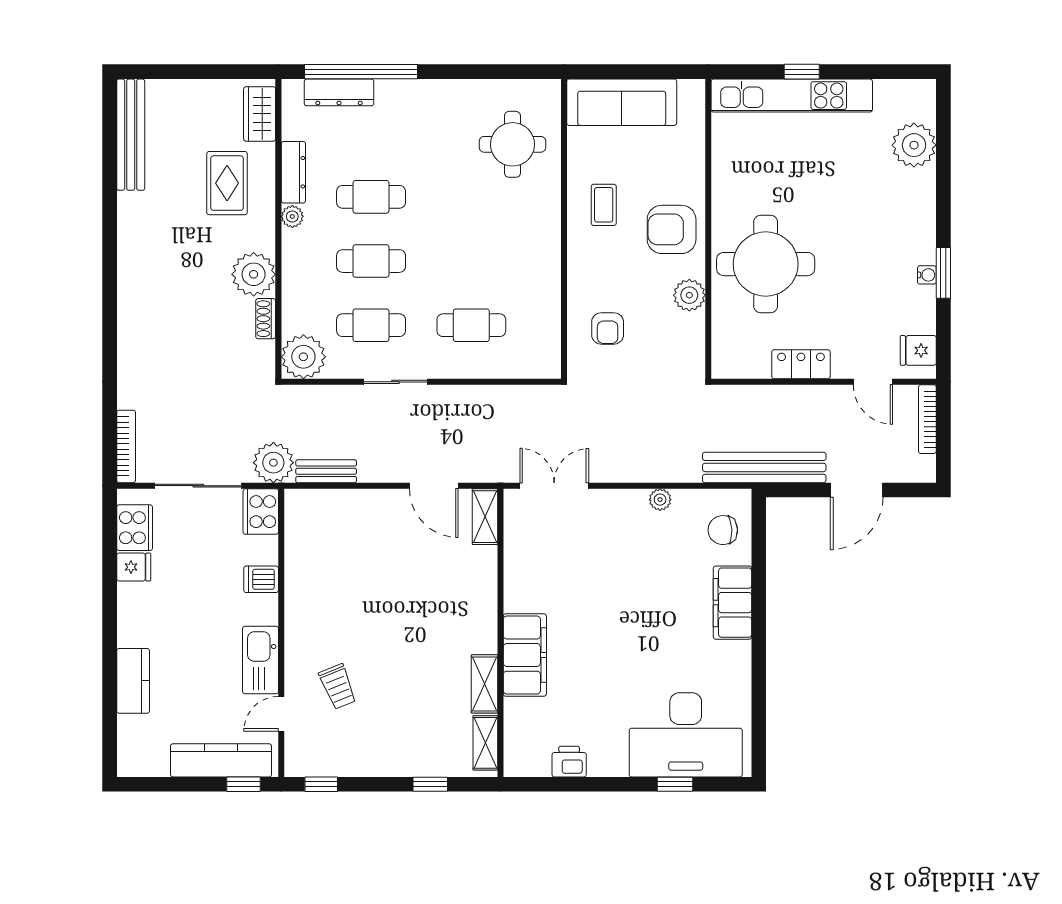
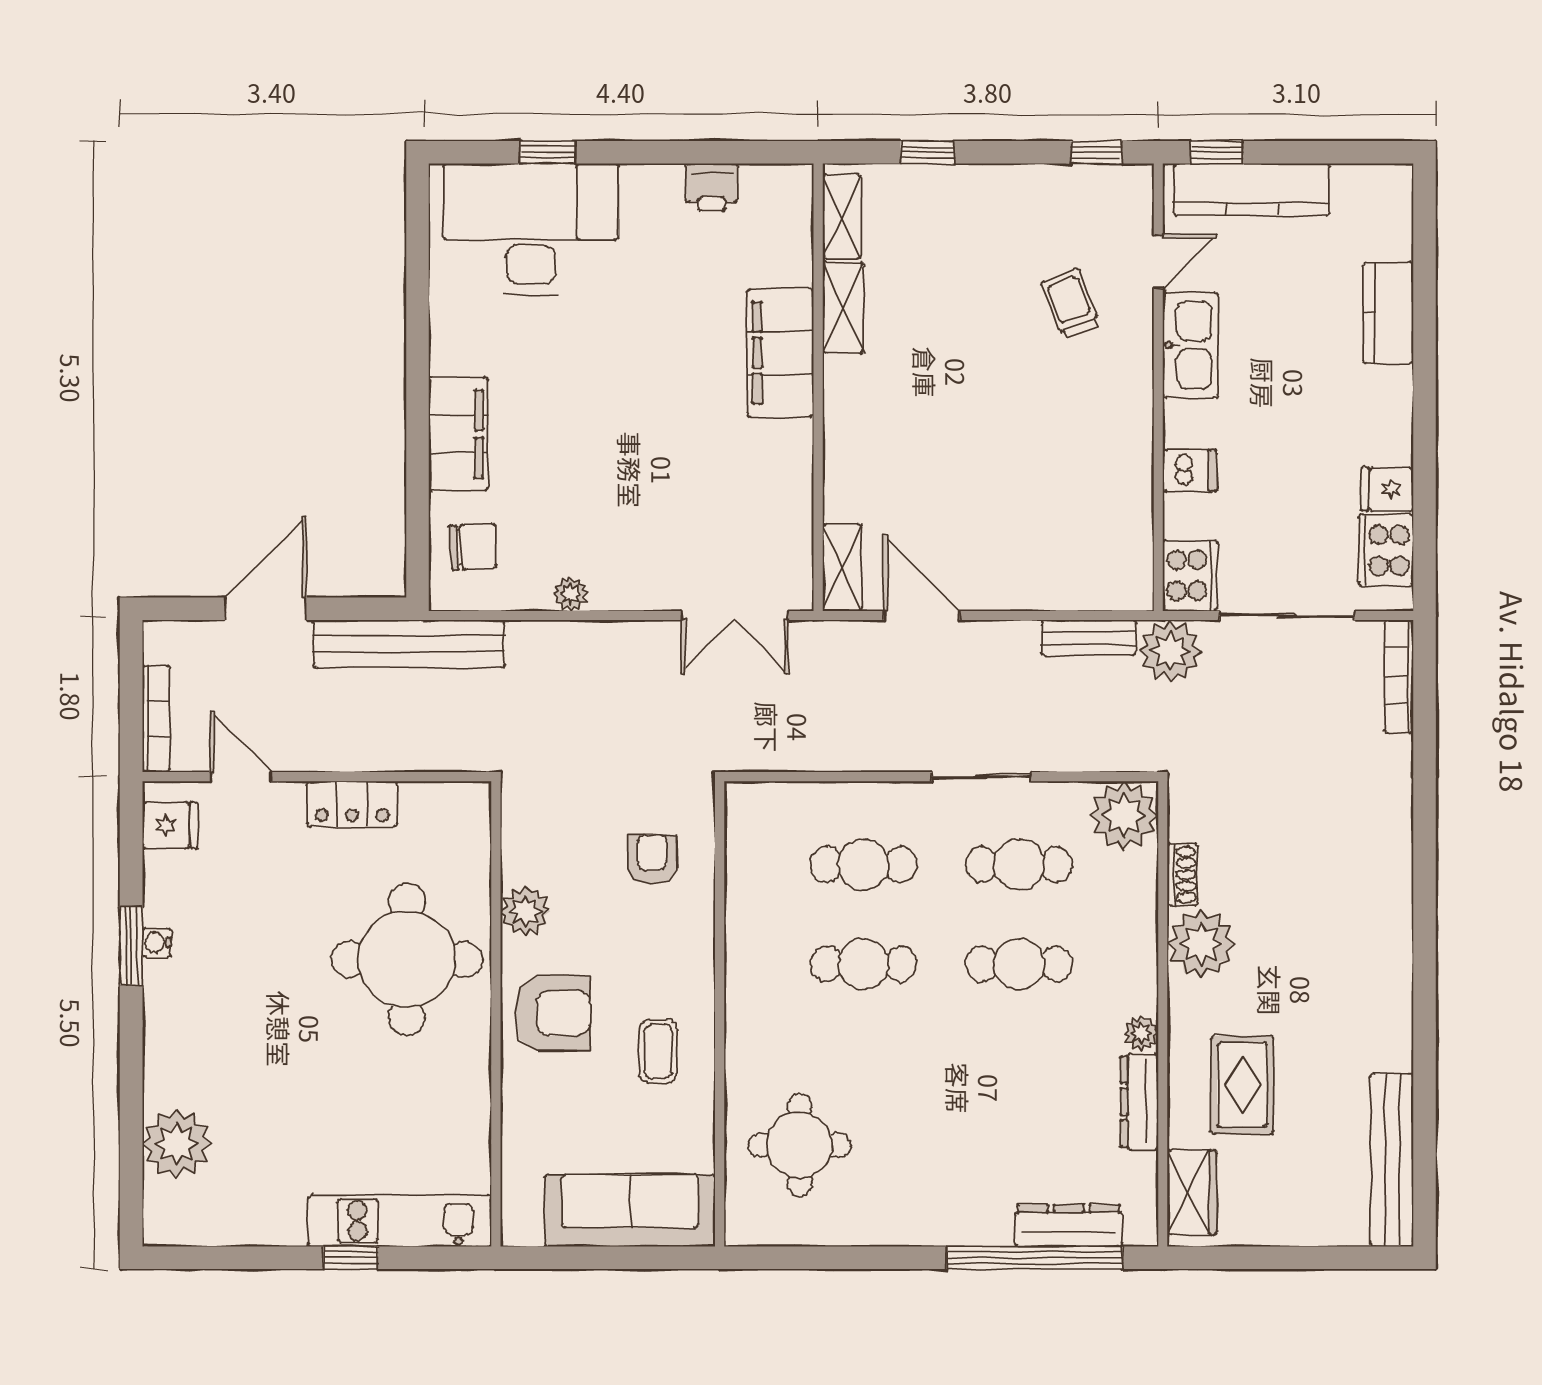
kitchen unit: (792, 96) -> (400, 1221), width x0.73
cafe table: (371, 197) -> (863, 964), moved

